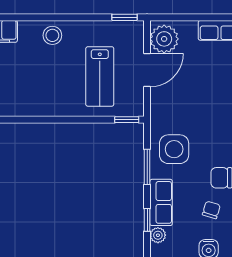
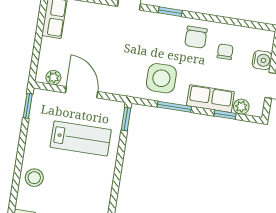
plant: (164, 39) -> (53, 78), width x0.53, depth x0.53
chair: (211, 210) -> (225, 52), turned 73

